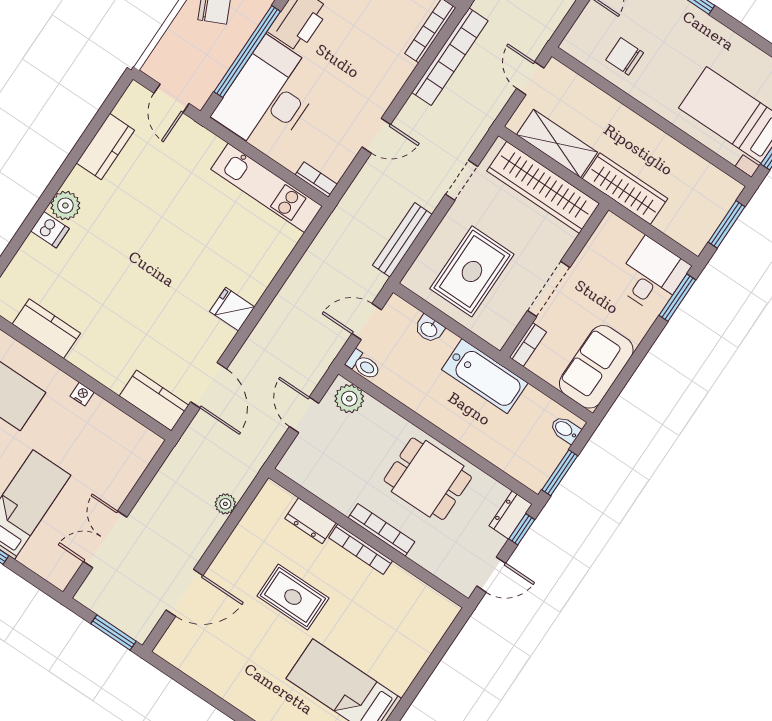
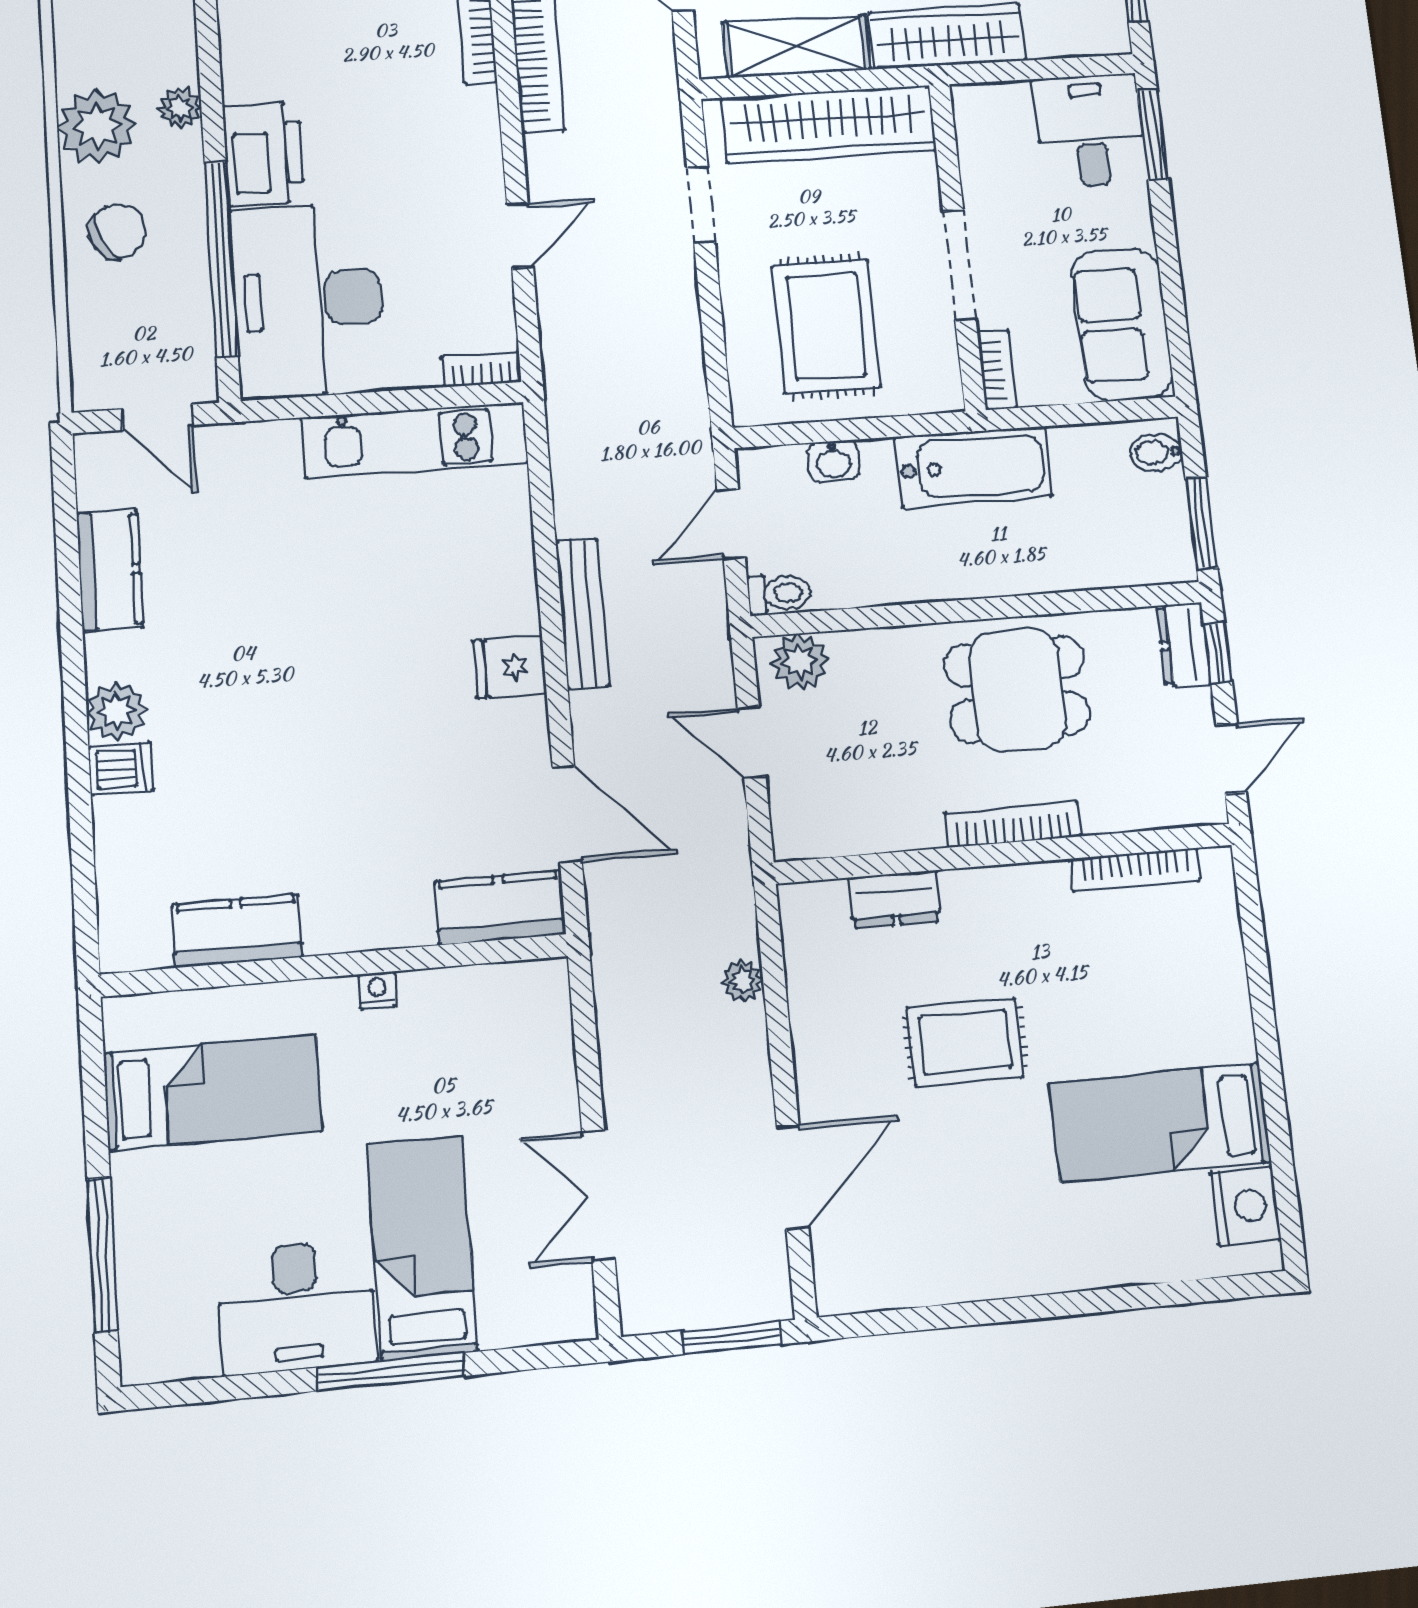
bench: (402, 240) -> (582, 614), moved
bookcase: (361, 549) -> (1135, 870), moved

